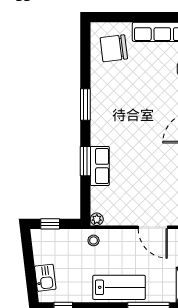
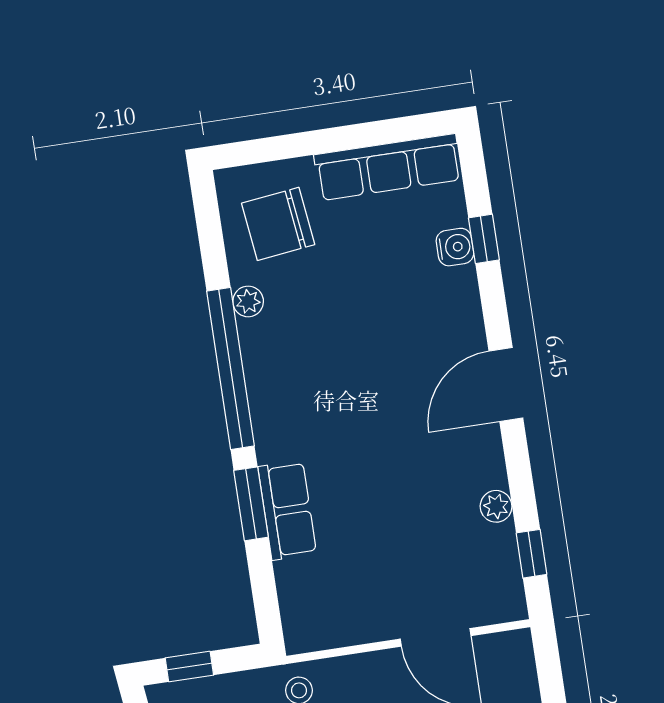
window: (85, 105) -> (231, 369), width x2.11
plant: (97, 219) -> (248, 301), moved

